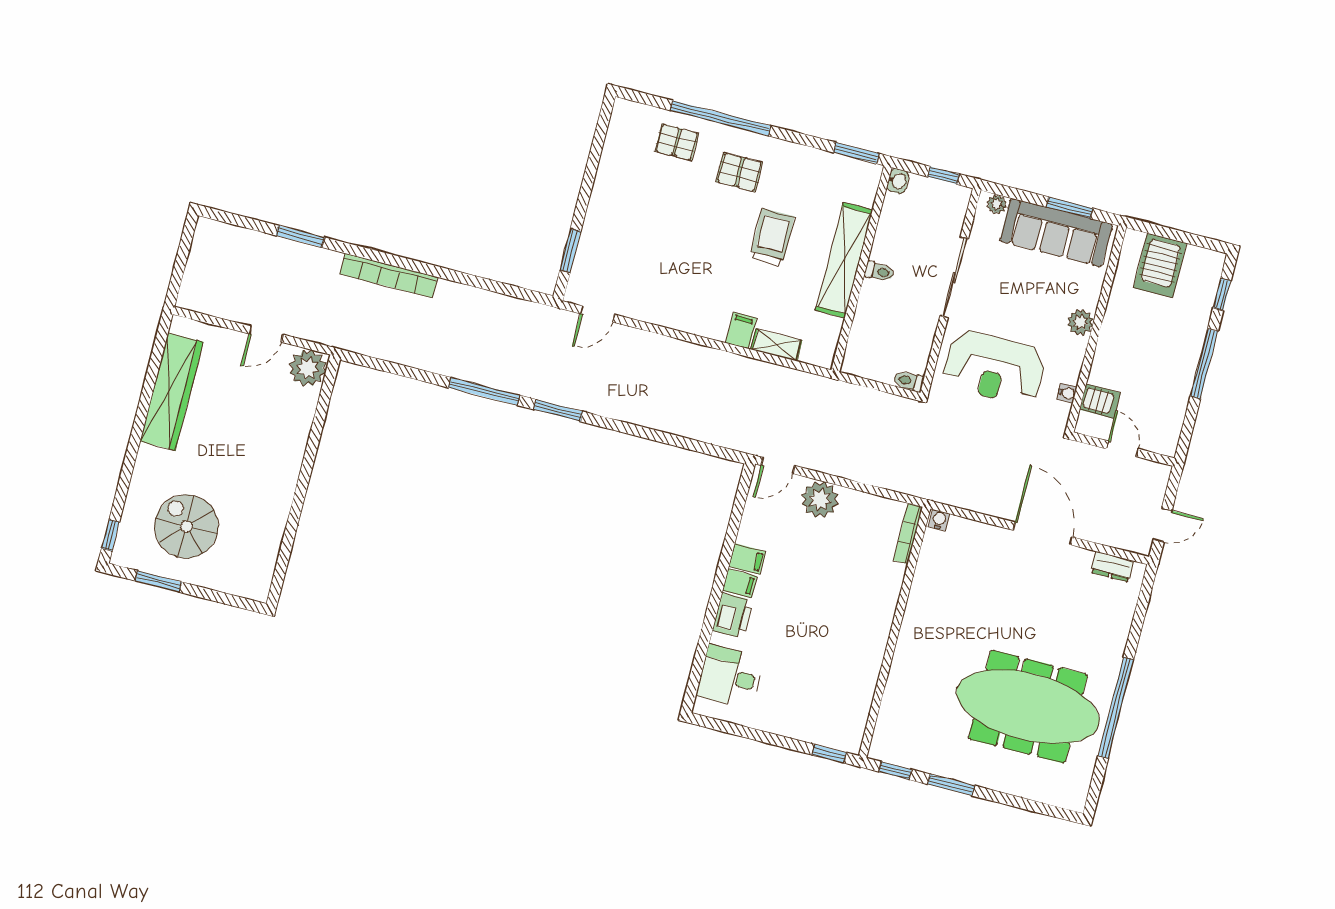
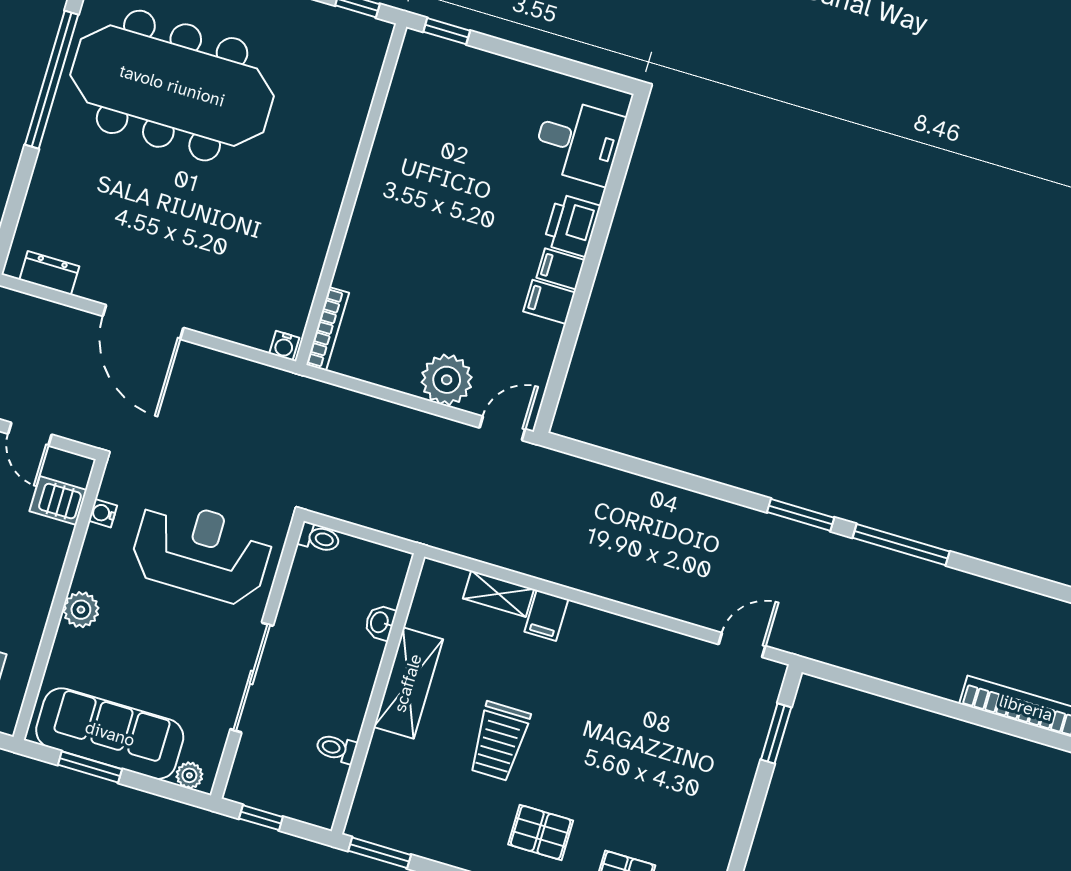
washbasin: (898, 181) -> (380, 622), moved
shelving: (844, 260) -> (408, 683), width x0.68
toilet: (879, 272) -> (336, 748), moved

